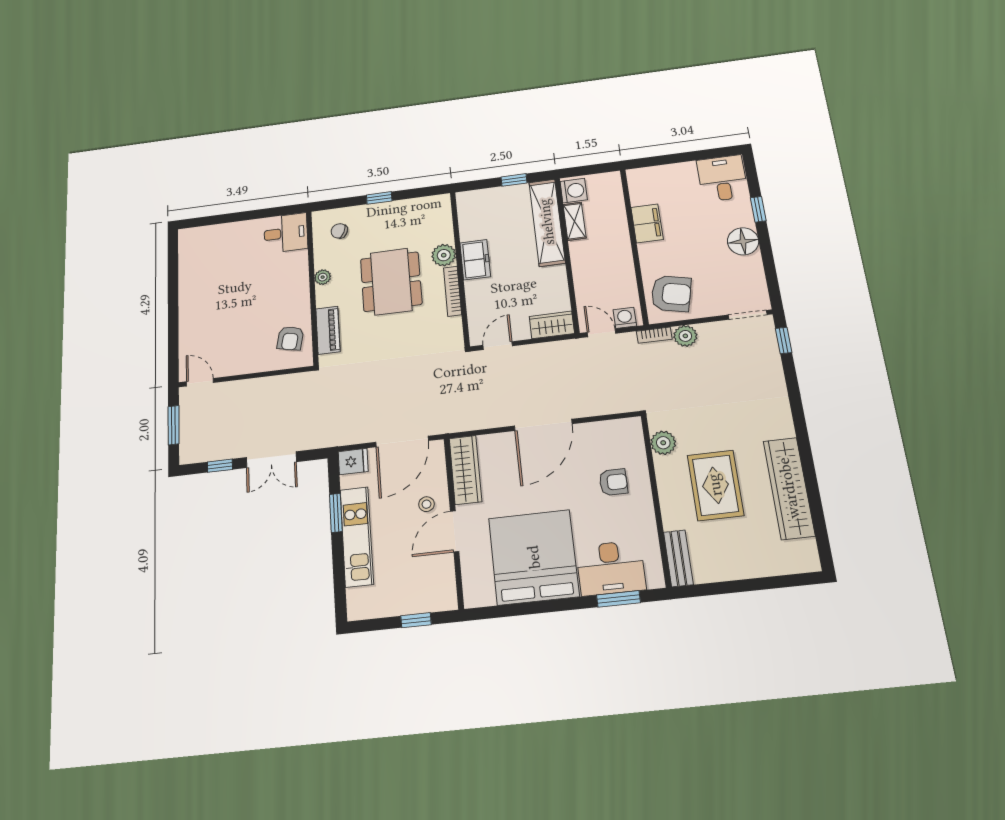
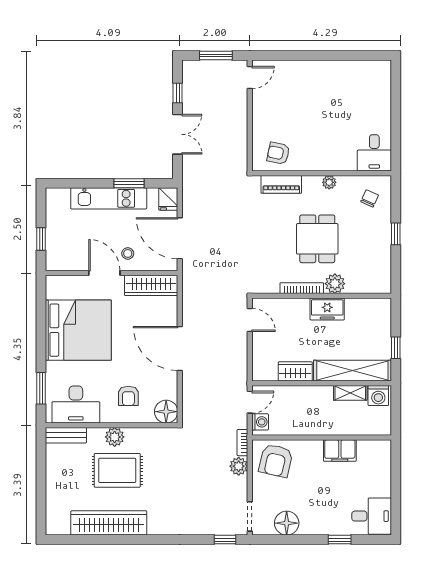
floor lamp: (743, 241) -> (287, 523), moved
dining table: (391, 282) -> (317, 239), width x0.73
wardrobe: (552, 325) -> (295, 371), moved, turned -90
floor lamp: (628, 432) -> (166, 412), added
plant: (663, 443) -> (115, 437), moved
double door: (271, 460) -> (178, 134), swing flipped
desk: (611, 568) -> (76, 405), moved, turned -90

